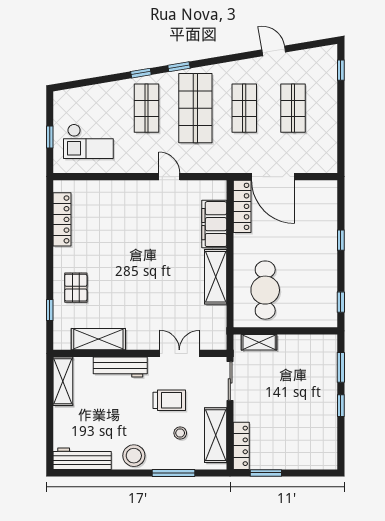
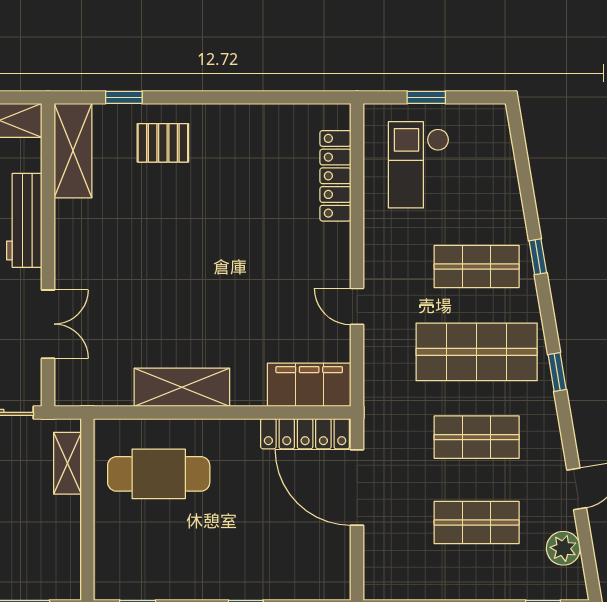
plant: (308, 59) -> (563, 548), added
window: (179, 67) -> (557, 372), moved
door: (169, 177) -> (357, 306), swing flipped
door: (273, 177) -> (357, 487), hinge flipped
locker: (62, 219) -> (335, 176), moved, turned 90
filing cabinet: (214, 224) -> (309, 385), moved
shelving: (98, 339) -> (73, 151), moved

